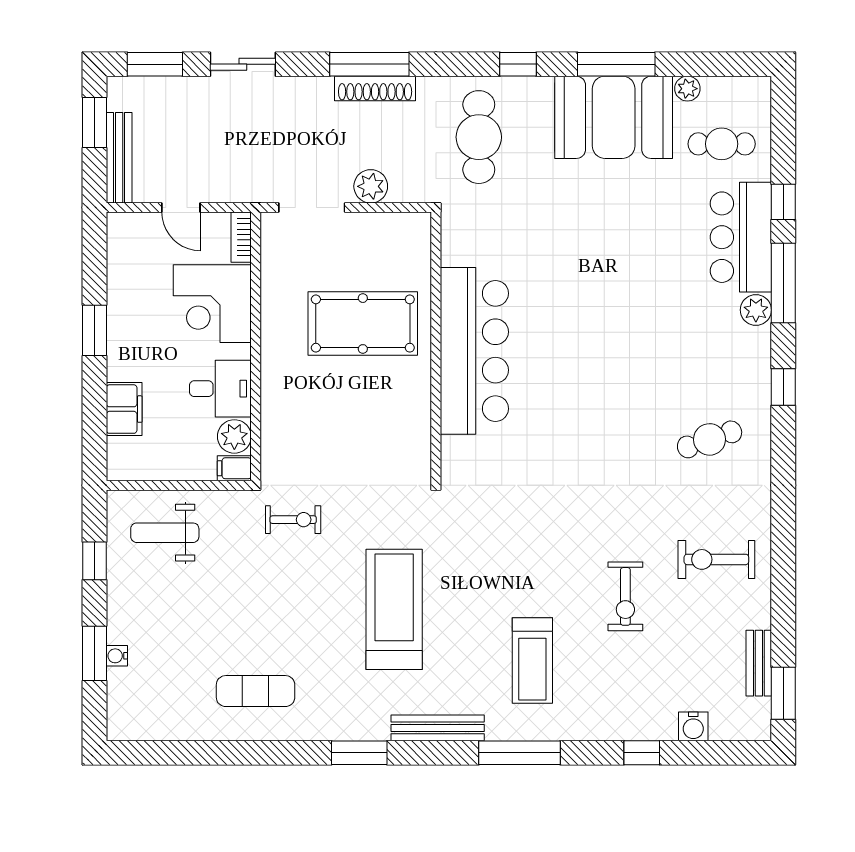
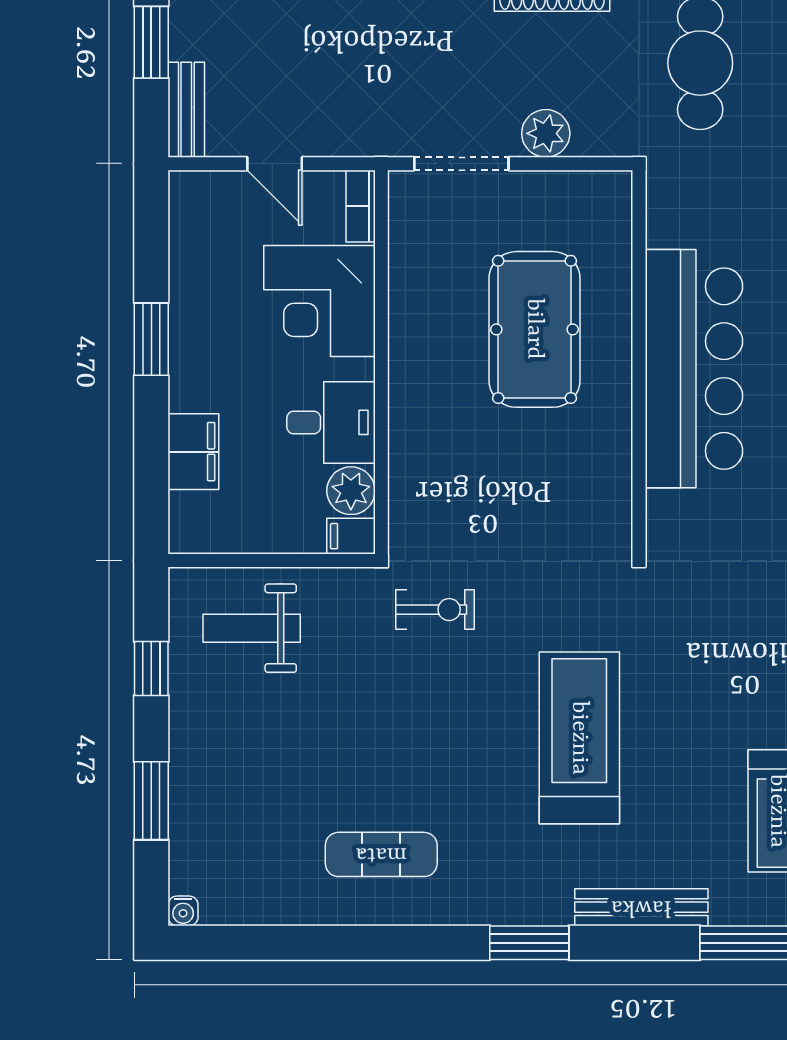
bench: (119, 158) -> (186, 110), width x0.73
pool table: (363, 324) -> (534, 329), turned 90
water cooler: (117, 656) -> (183, 911), moved, turned -90

